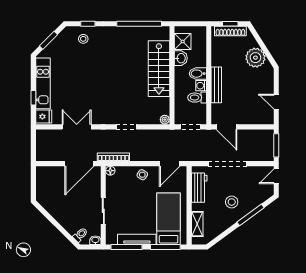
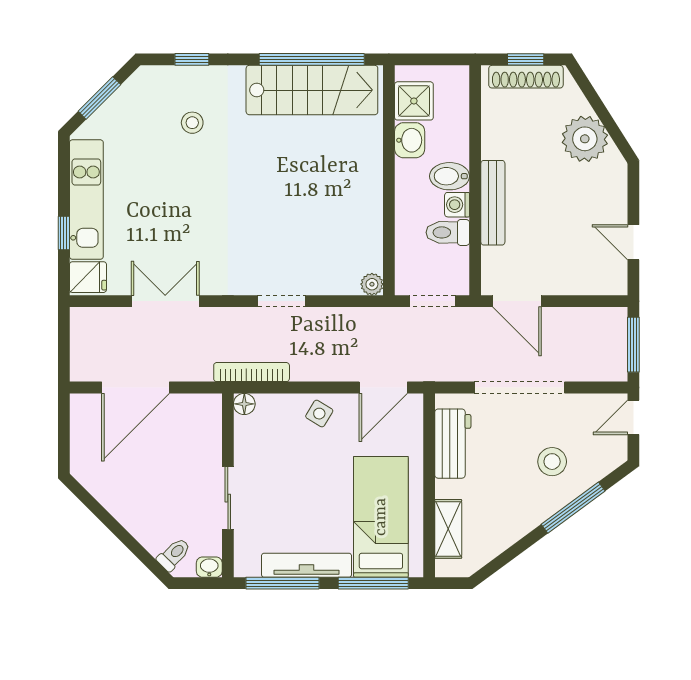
stool: (83, 39) -> (192, 123), moved
stairs: (159, 69) -> (312, 90), moved, turned -90
door: (79, 164) -> (136, 388), moved
stool: (232, 202) -> (552, 462), moved

